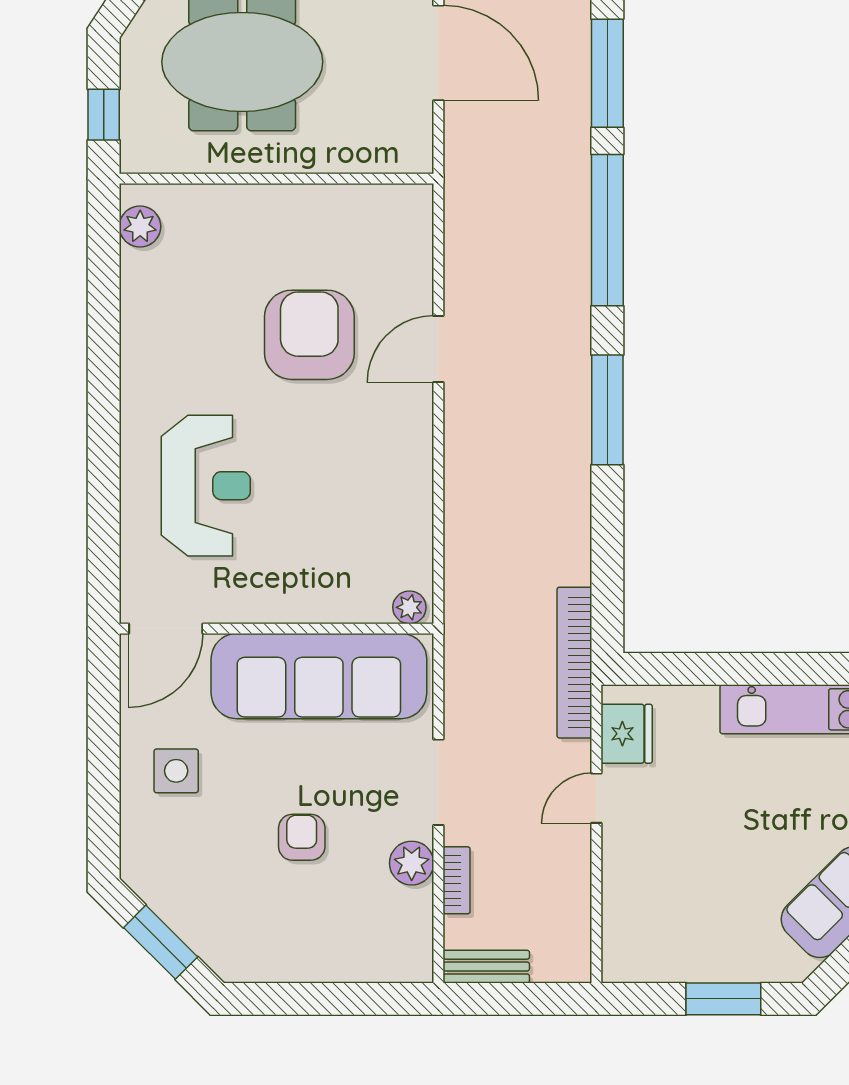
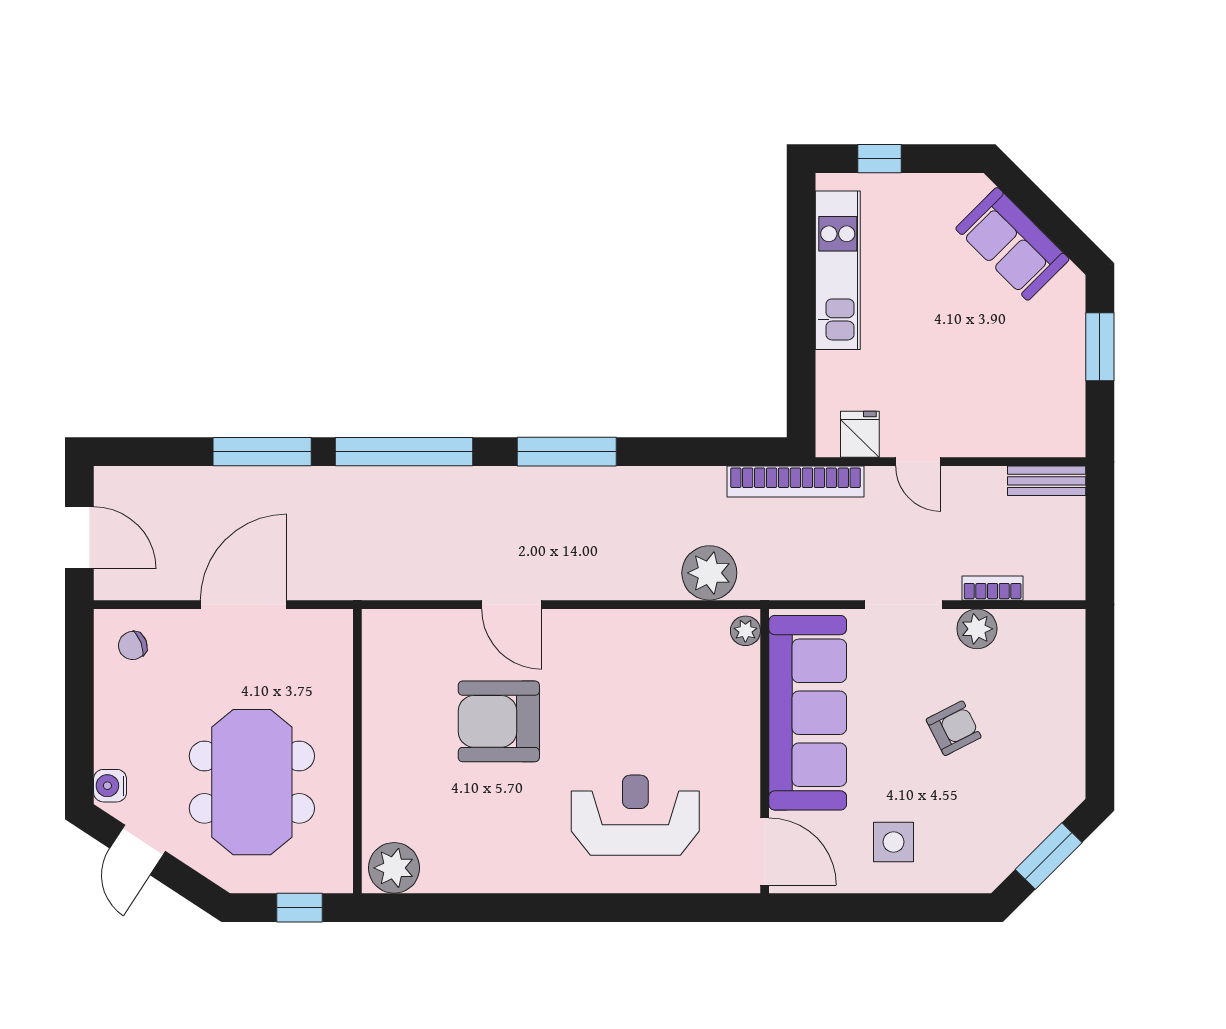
plant: (140, 227) -> (394, 868), width x1.36, depth x1.36
plant: (473, 567) -> (709, 573), added
fridge: (627, 734) -> (860, 434), width x0.72
armchair: (302, 837) -> (954, 728), turned 153
bench: (486, 967) -> (1047, 481), moved, turned 90

